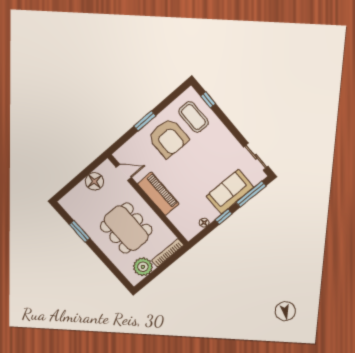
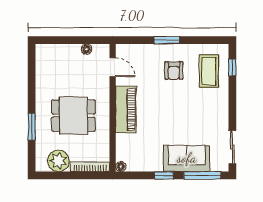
armchair: (168, 138) -> (174, 70), width x0.53, depth x0.53
floor lamp: (94, 181) -> (86, 49), width x0.53, depth x0.53
floor lamp: (204, 223) -> (121, 167), moved
dining table: (126, 228) -> (73, 116), width x0.73
window: (80, 231) -> (32, 127), moved

